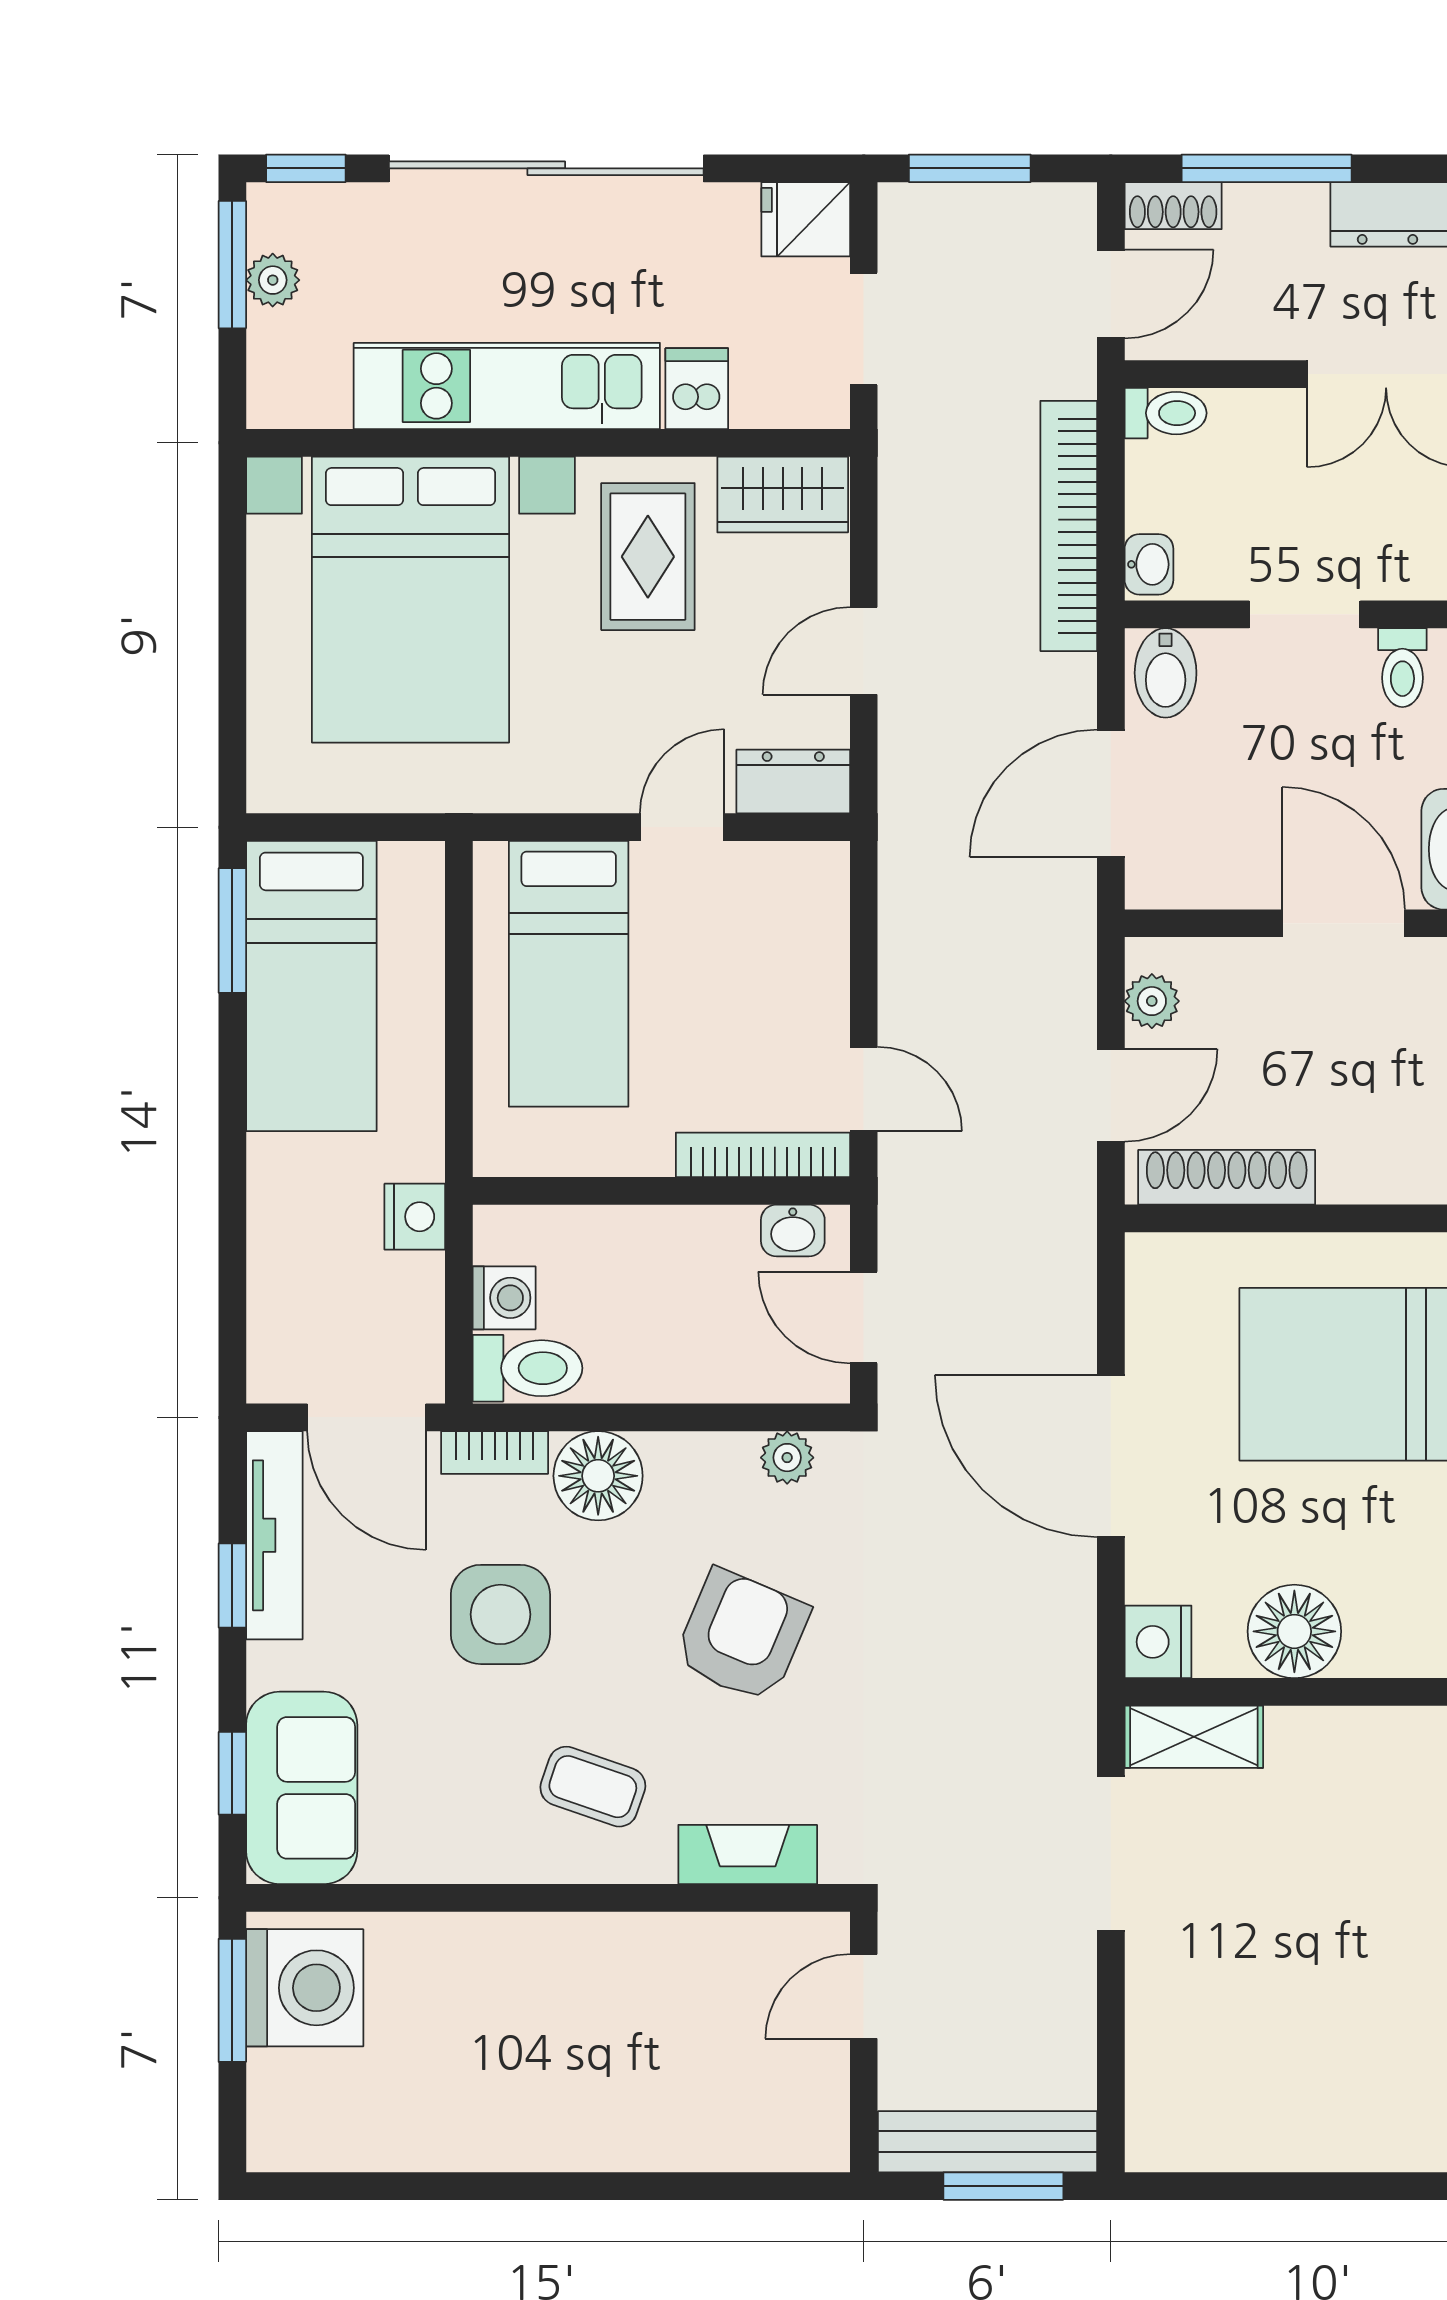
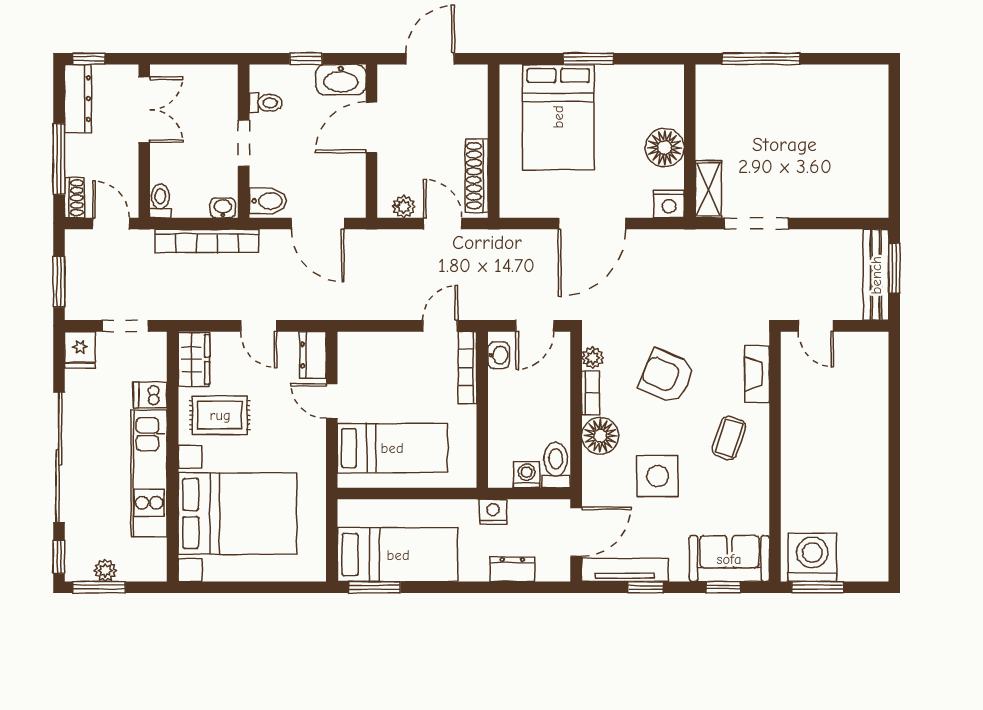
dresser: (276, 1263) -> (512, 569), added
bookcase: (495, 1453) -> (591, 393), moved

